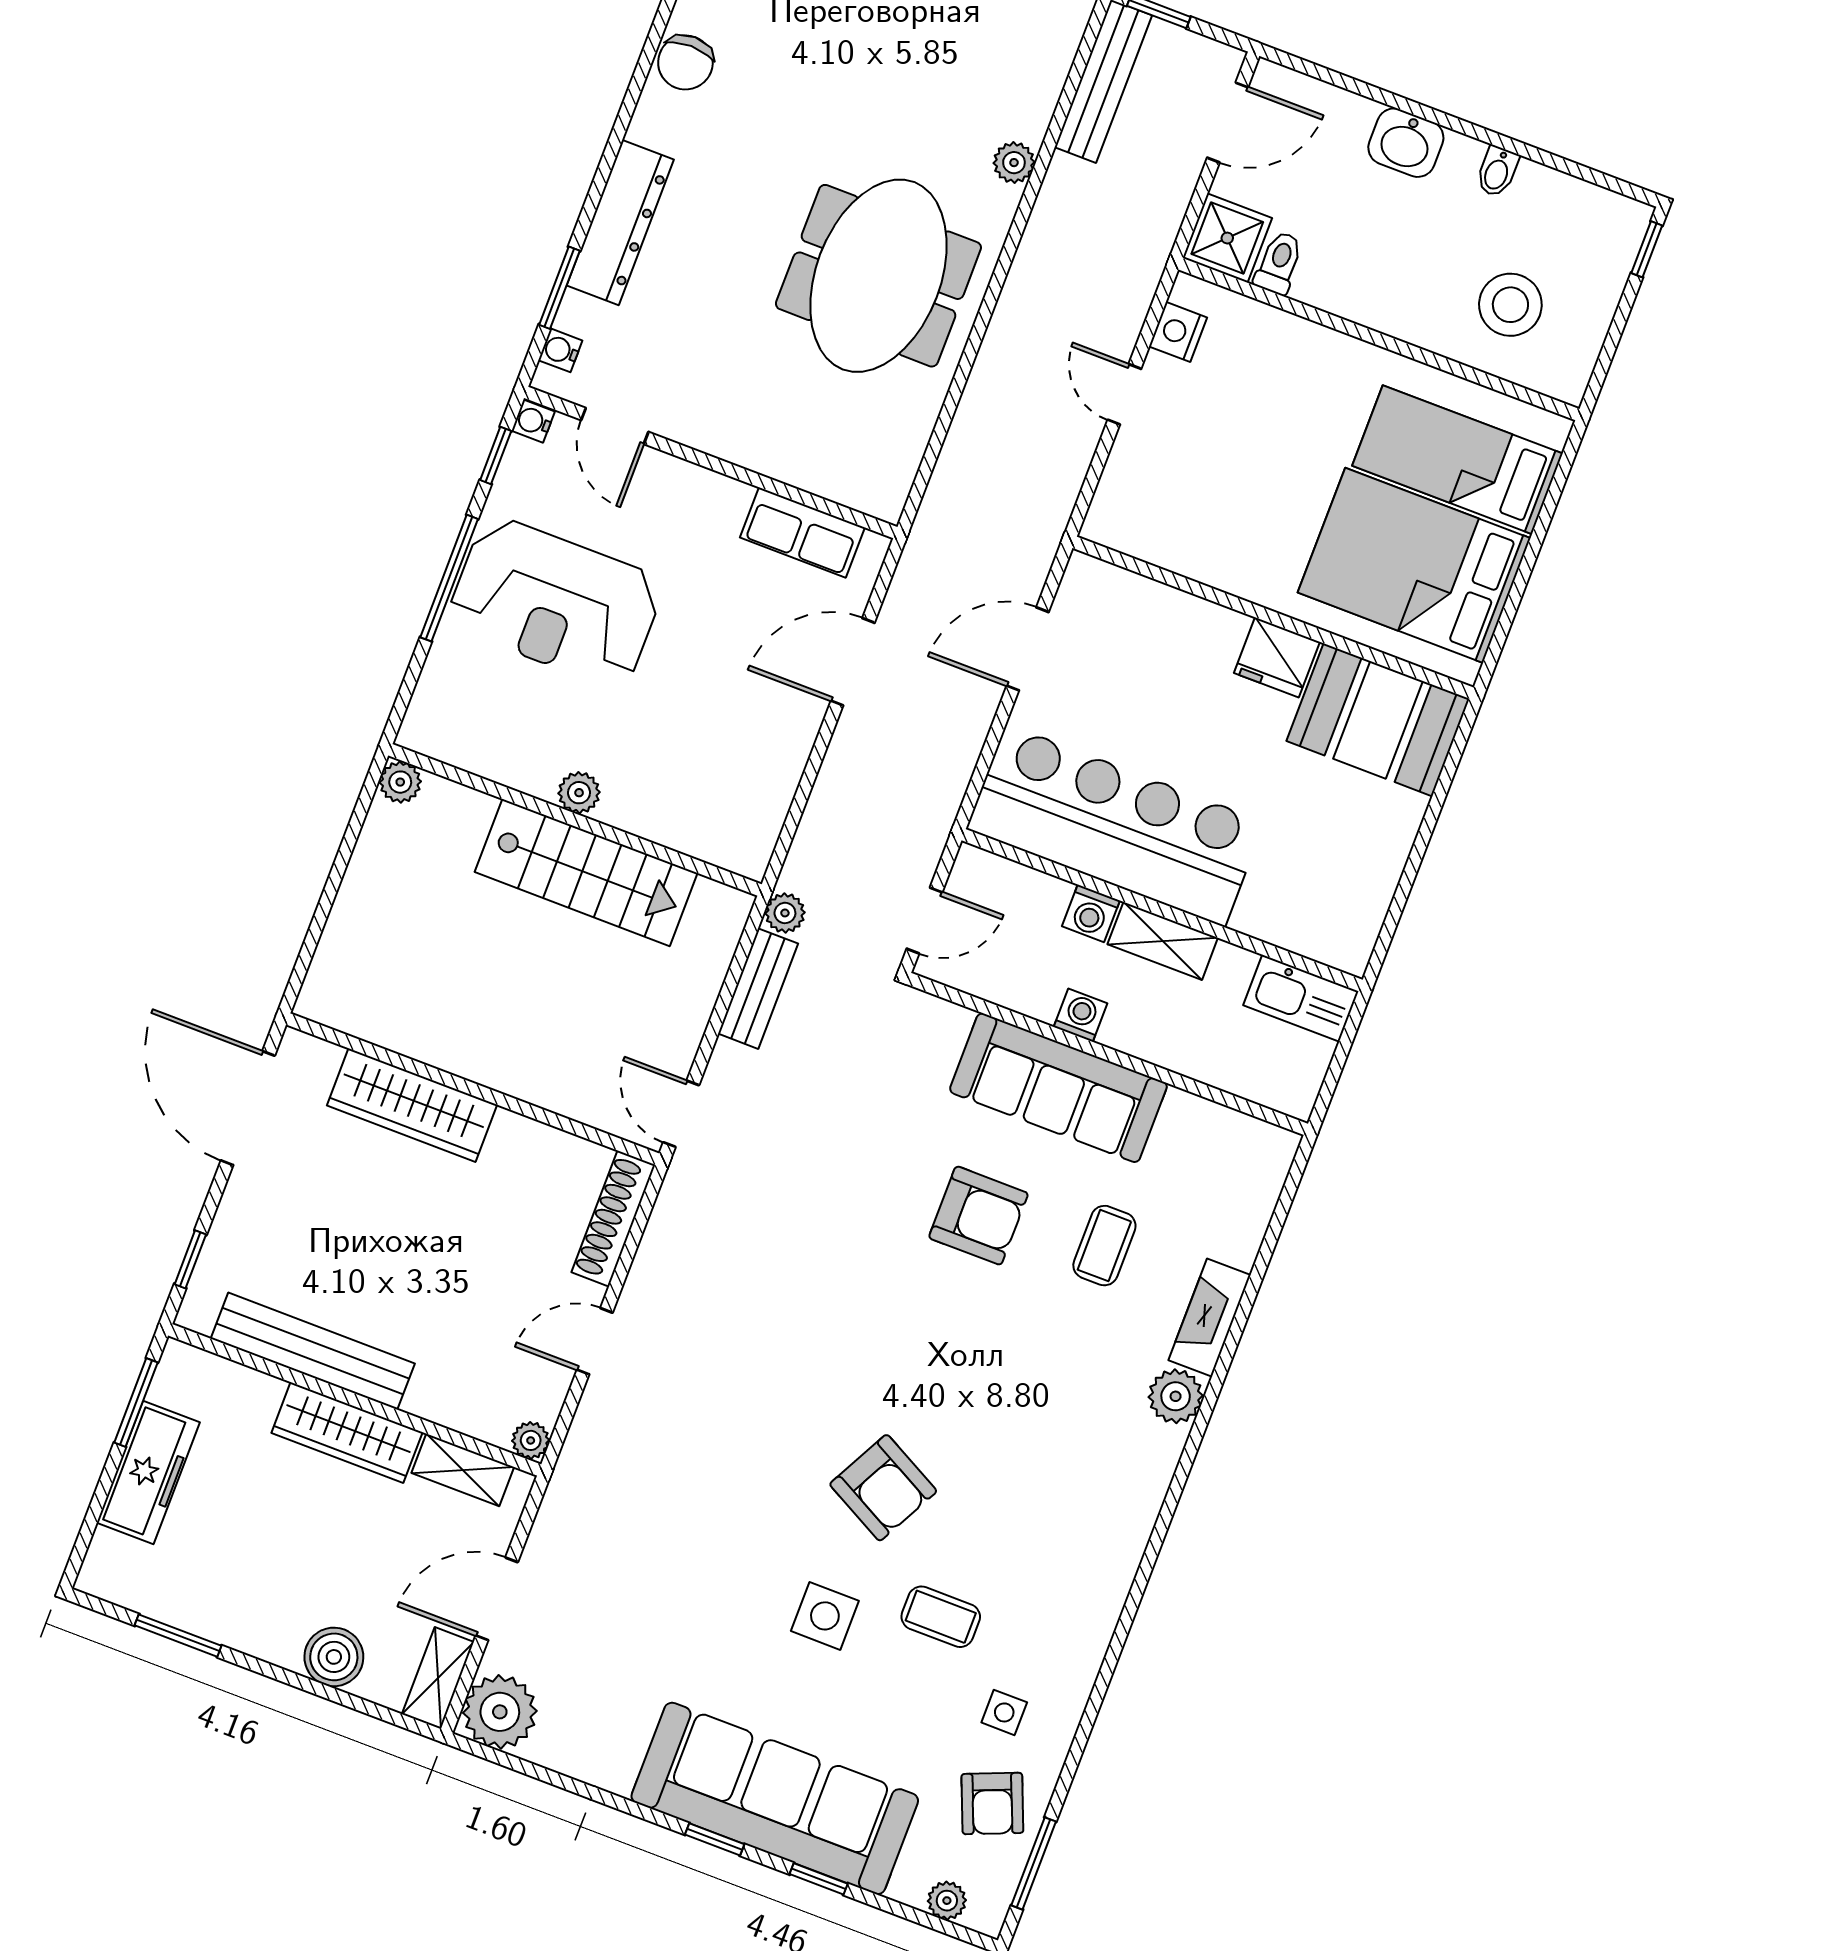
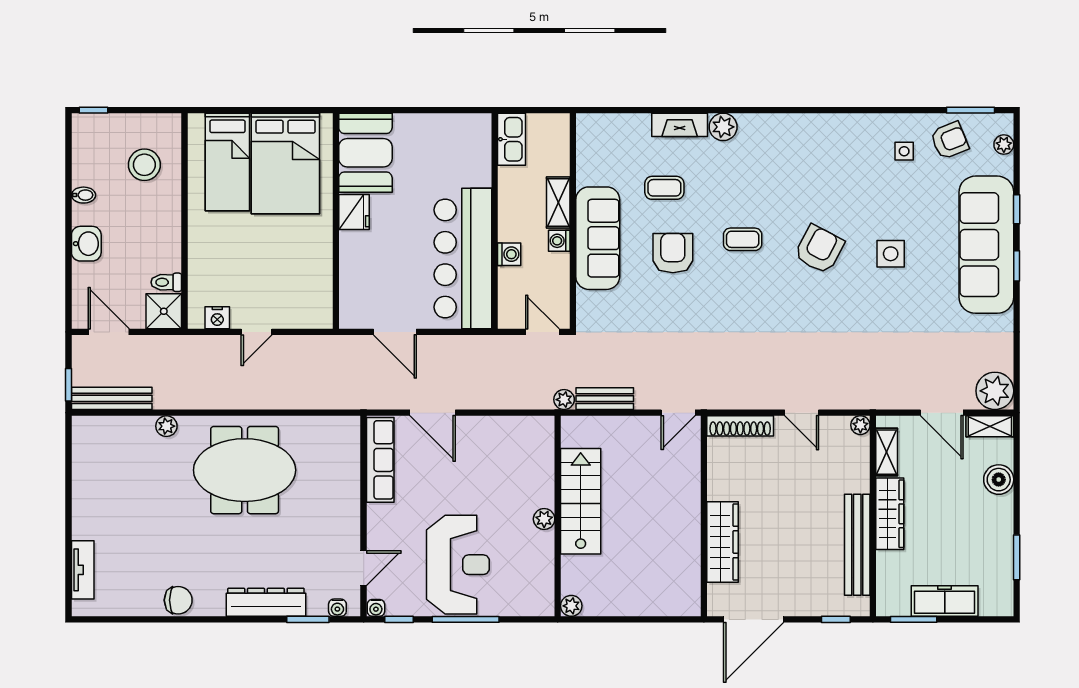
row of seats: (802, 533) -> (380, 460), width x1.48
shelving: (1163, 941) -> (558, 203), moved
coffee table: (941, 1617) -> (743, 239), moved, turned 90

